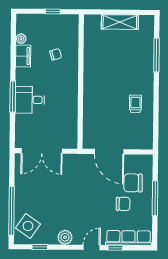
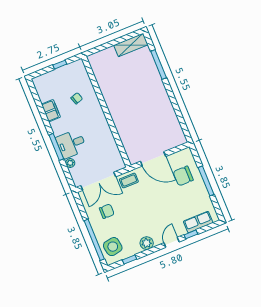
shelving: (120, 22) -> (131, 45), moved
plant: (21, 39) -> (70, 163), moved
trolley: (135, 104) -> (158, 111), removed
coffee table: (74, 164) -> (129, 181), added
chair: (123, 204) -> (107, 211), moved
side table: (28, 226) -> (113, 247), turned 45
row of seats: (129, 238) -> (198, 222), width x0.68

